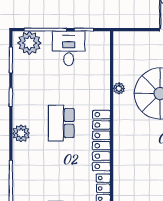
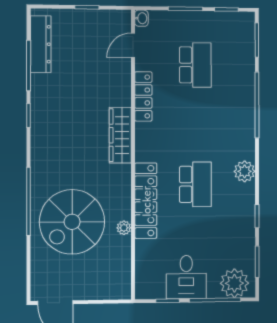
locker: (101, 141) -> (146, 201), moved
wardrobe: (122, 162) -> (120, 135), added

